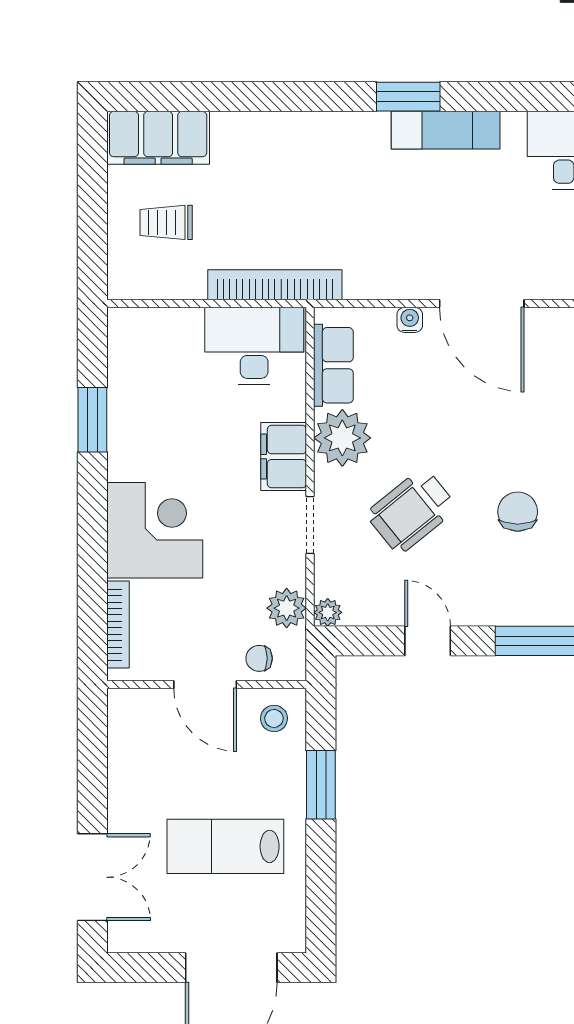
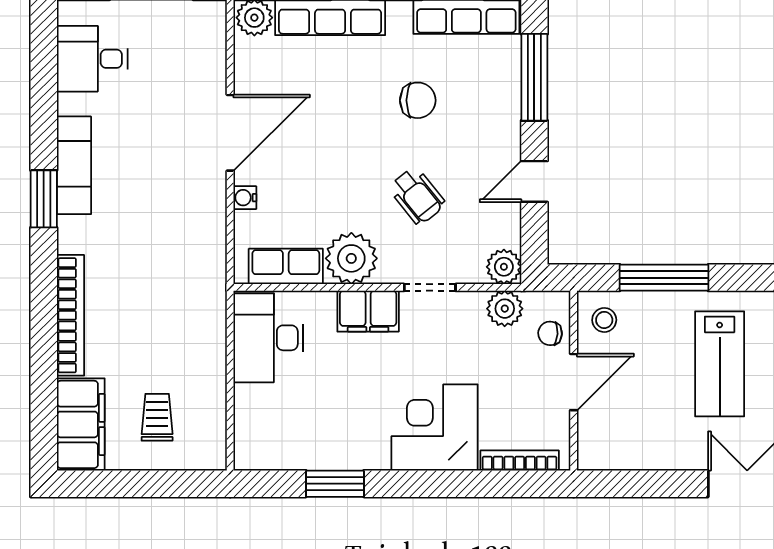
trolley: (166, 222) -> (157, 417), turned 180
bookcase: (275, 285) -> (71, 315), moved, turned 180
wheelchair: (412, 511) -> (417, 196), width x0.73, depth x0.73
chair: (518, 512) -> (418, 100), turned 180
plant: (328, 612) -> (504, 267), width x1.38, depth x1.38
chair: (259, 658) -> (550, 333), turned 93
window: (321, 785) -> (664, 278), width x1.44

